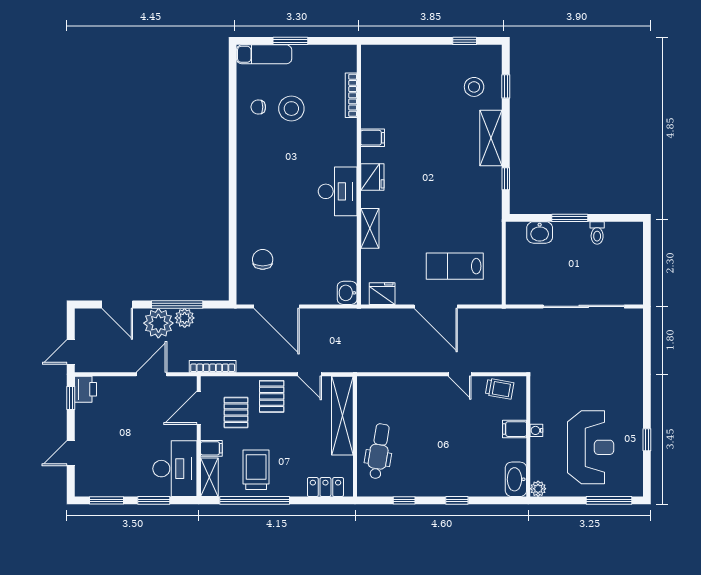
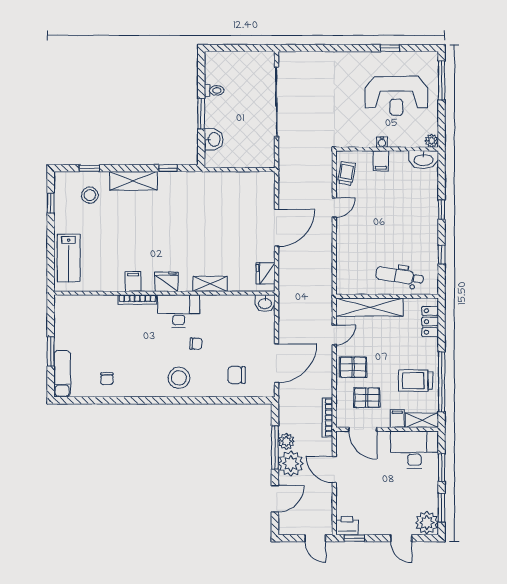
bookcase: (351, 95) -> (137, 300), moved
stool: (291, 109) -> (179, 378), moved
chair: (299, 211) -> (196, 344), added
lab bench: (455, 266) -> (69, 258), moved
reception desk: (591, 447) -> (396, 96), turned 180
plant: (89, 483) -> (427, 523), added

